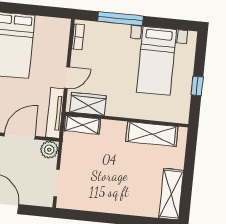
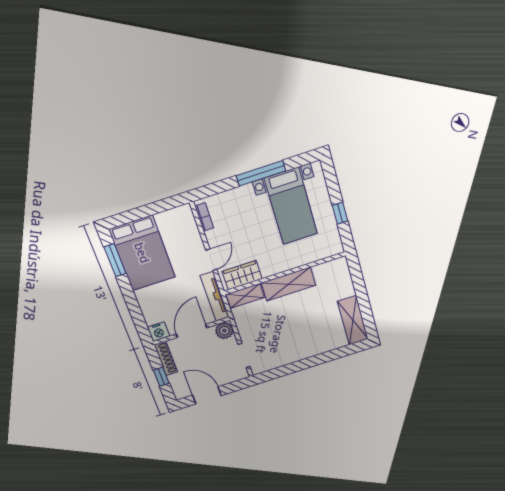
window: (121, 19) -> (261, 173), moved
shelving: (152, 134) -> (289, 284), moved

